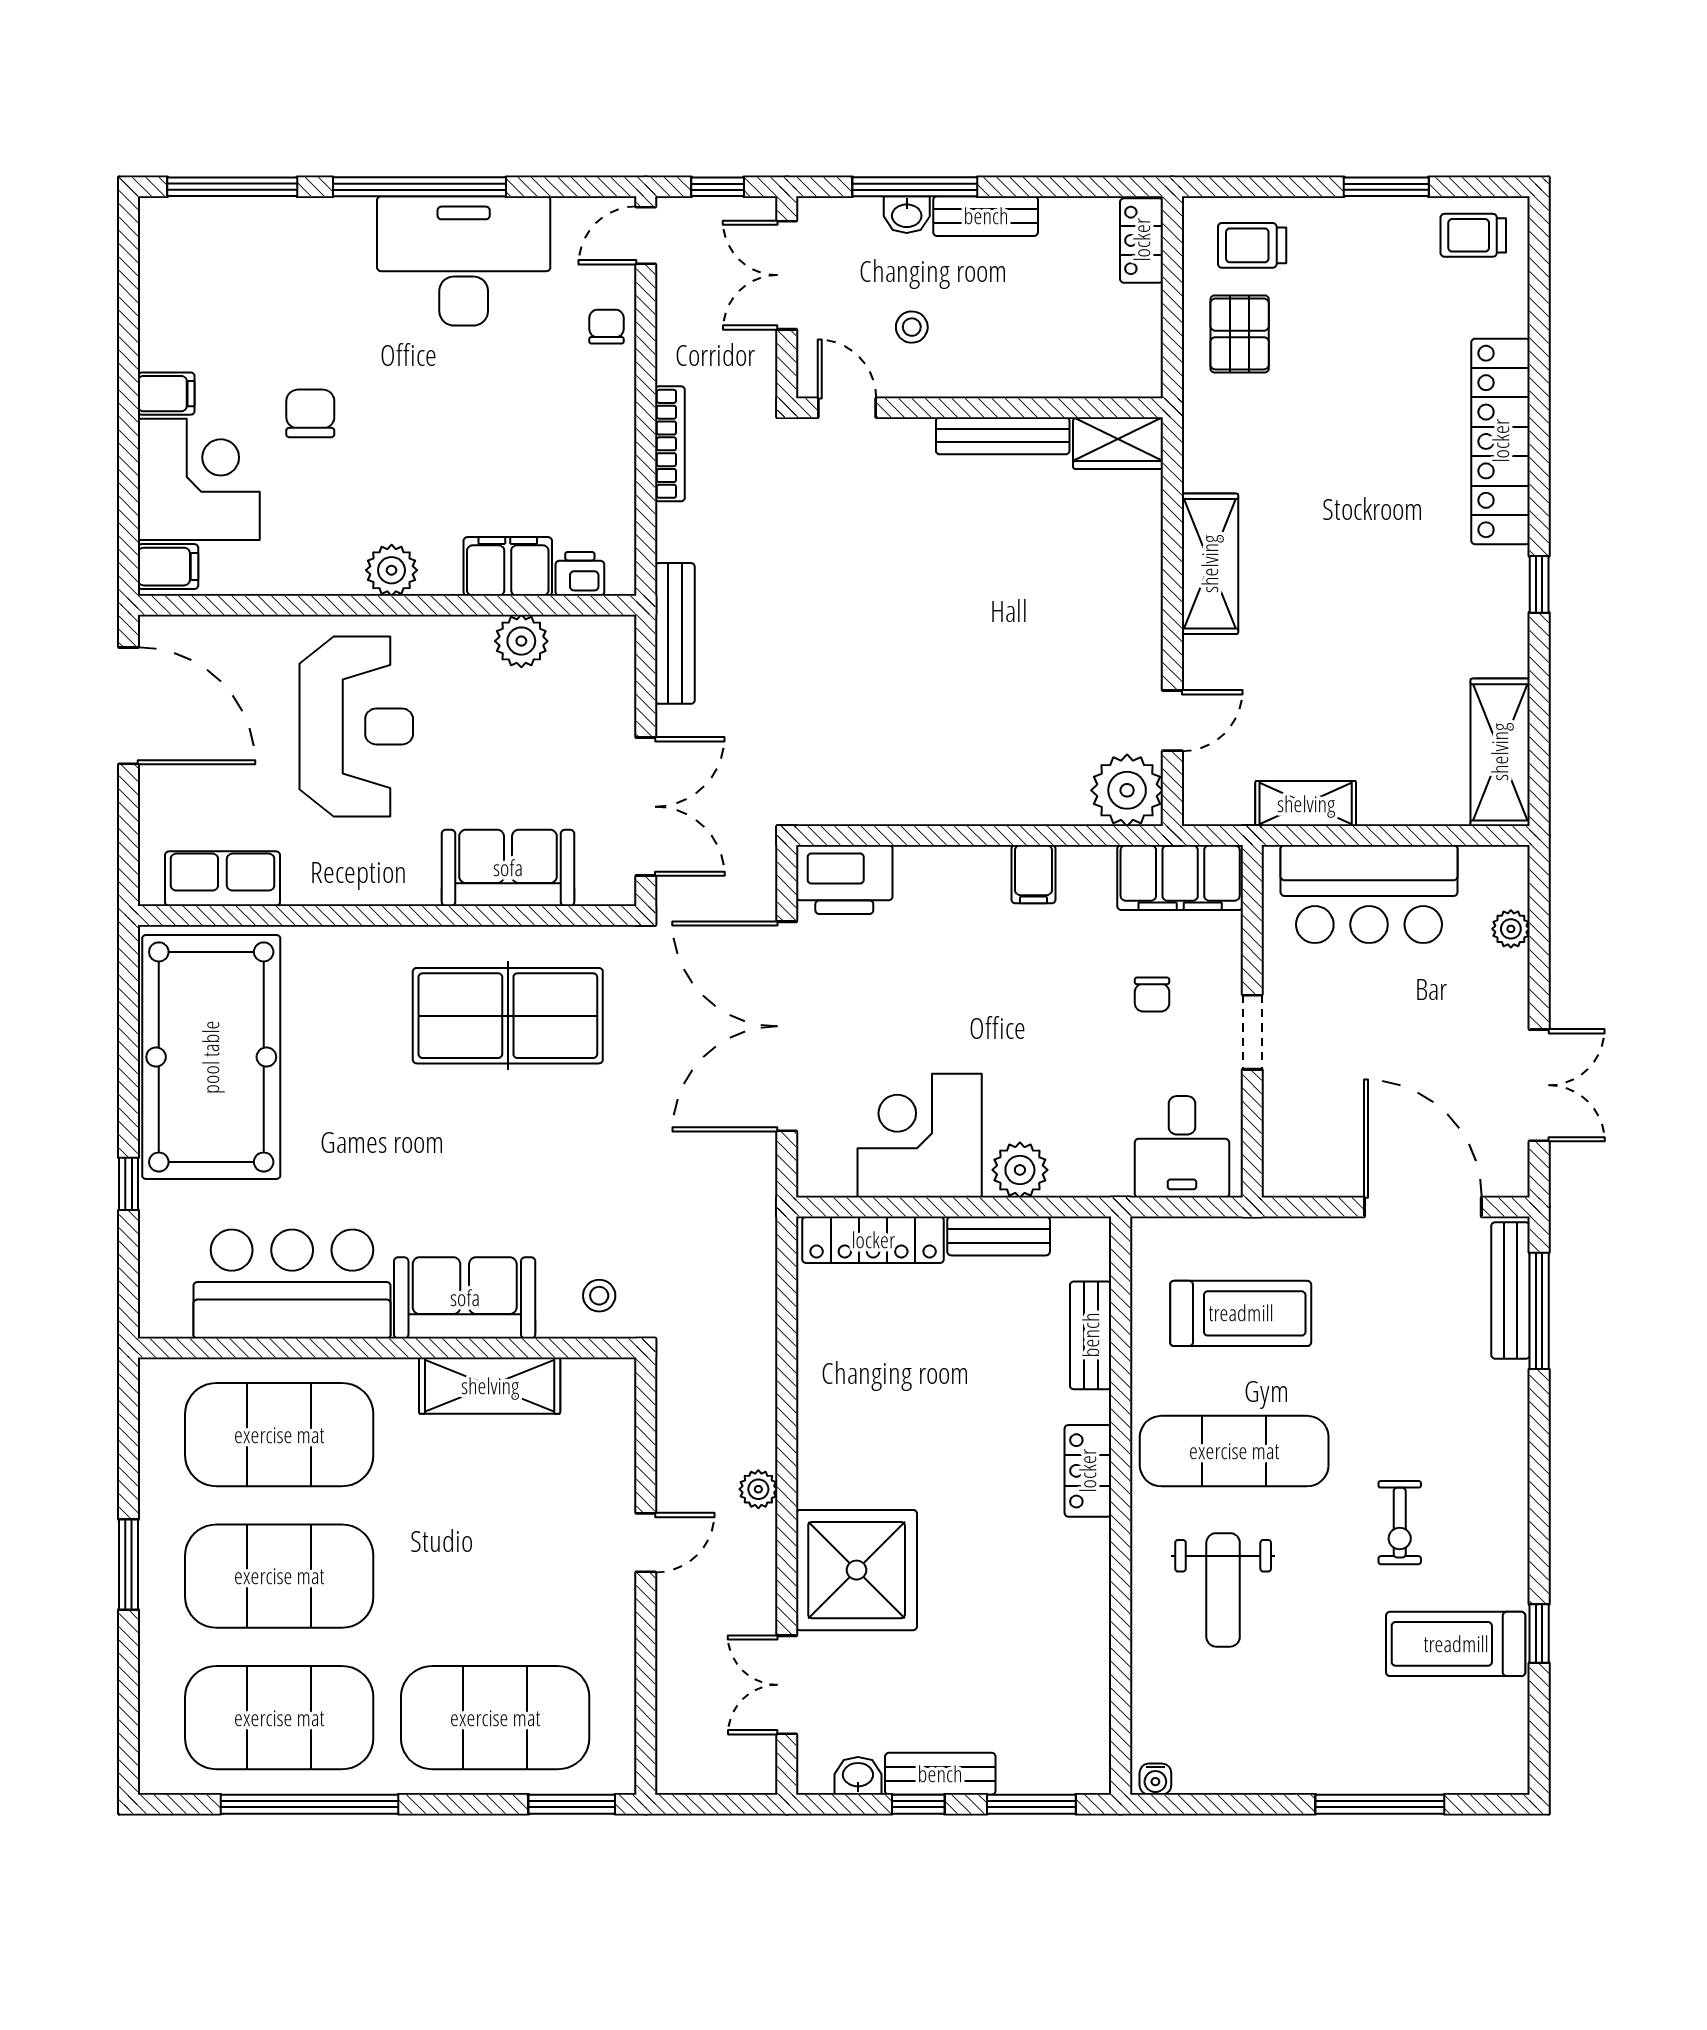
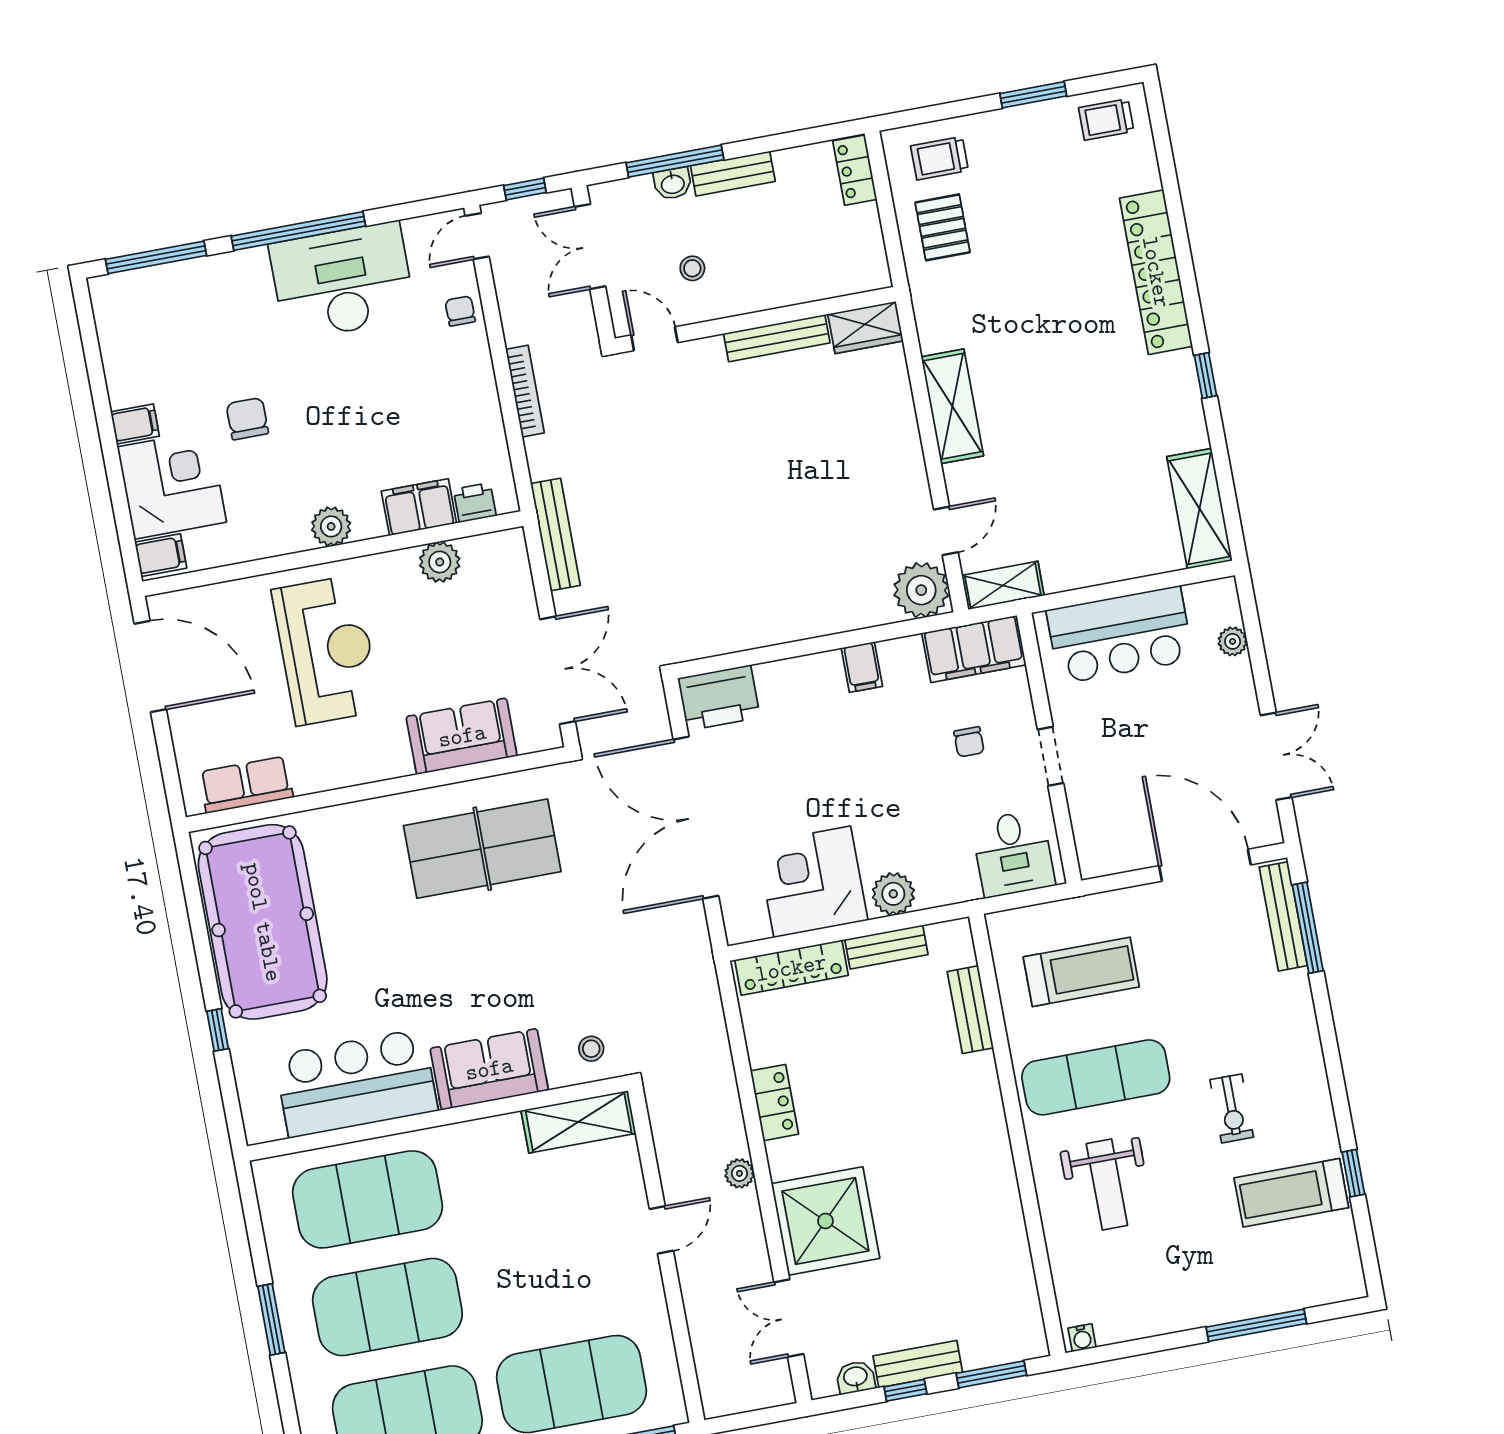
shelving: (1306, 804) -> (1003, 585), moved
shelving: (490, 1386) -> (579, 1122), moved
locker: (1088, 1471) -> (774, 1103), moved, turned 180

